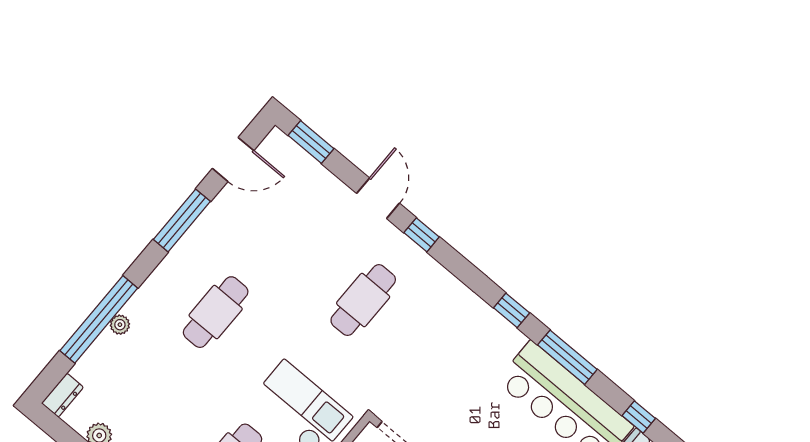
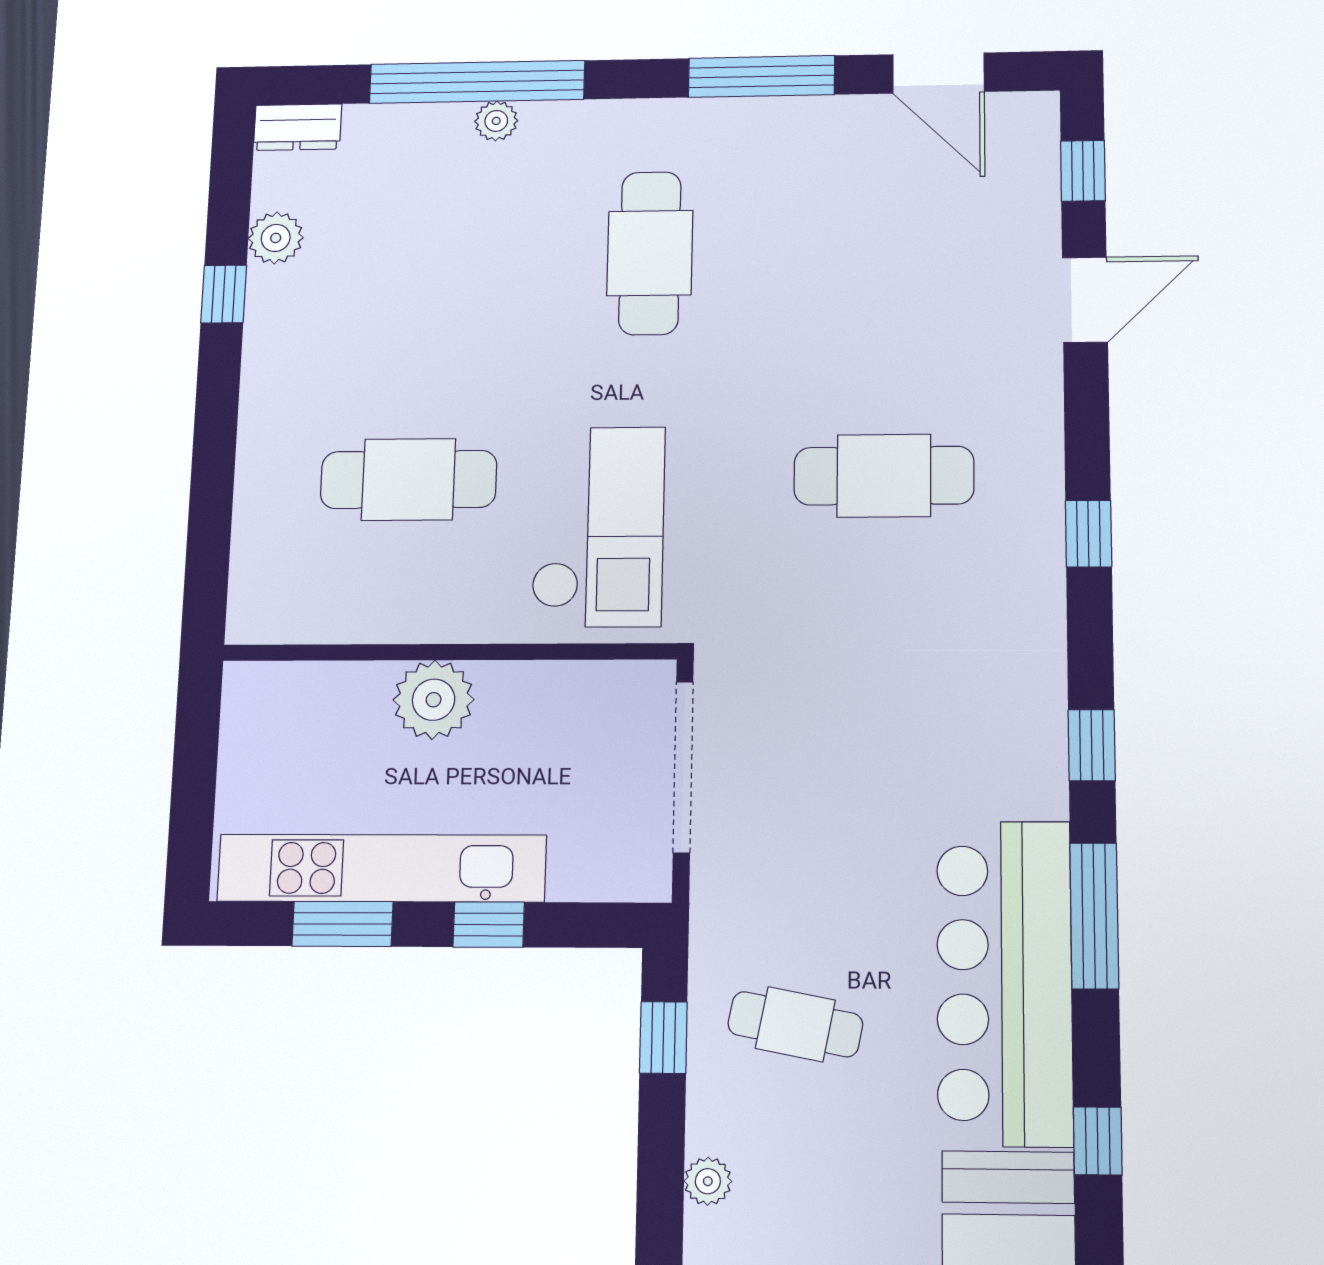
window: (311, 142) -> (1083, 171), width x0.67
door: (378, 198) -> (1085, 300), moved
window: (422, 235) -> (1088, 534), moved
cafe table: (216, 312) -> (650, 253), turned 90

